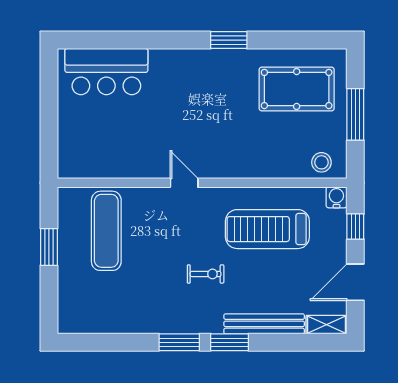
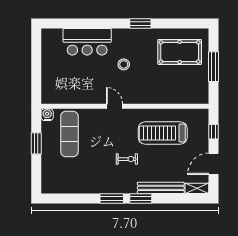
bar counter: (106, 72) -> (87, 42), moved
stool: (321, 162) -> (124, 64), moved
water cooler: (336, 197) -> (47, 115), moved

